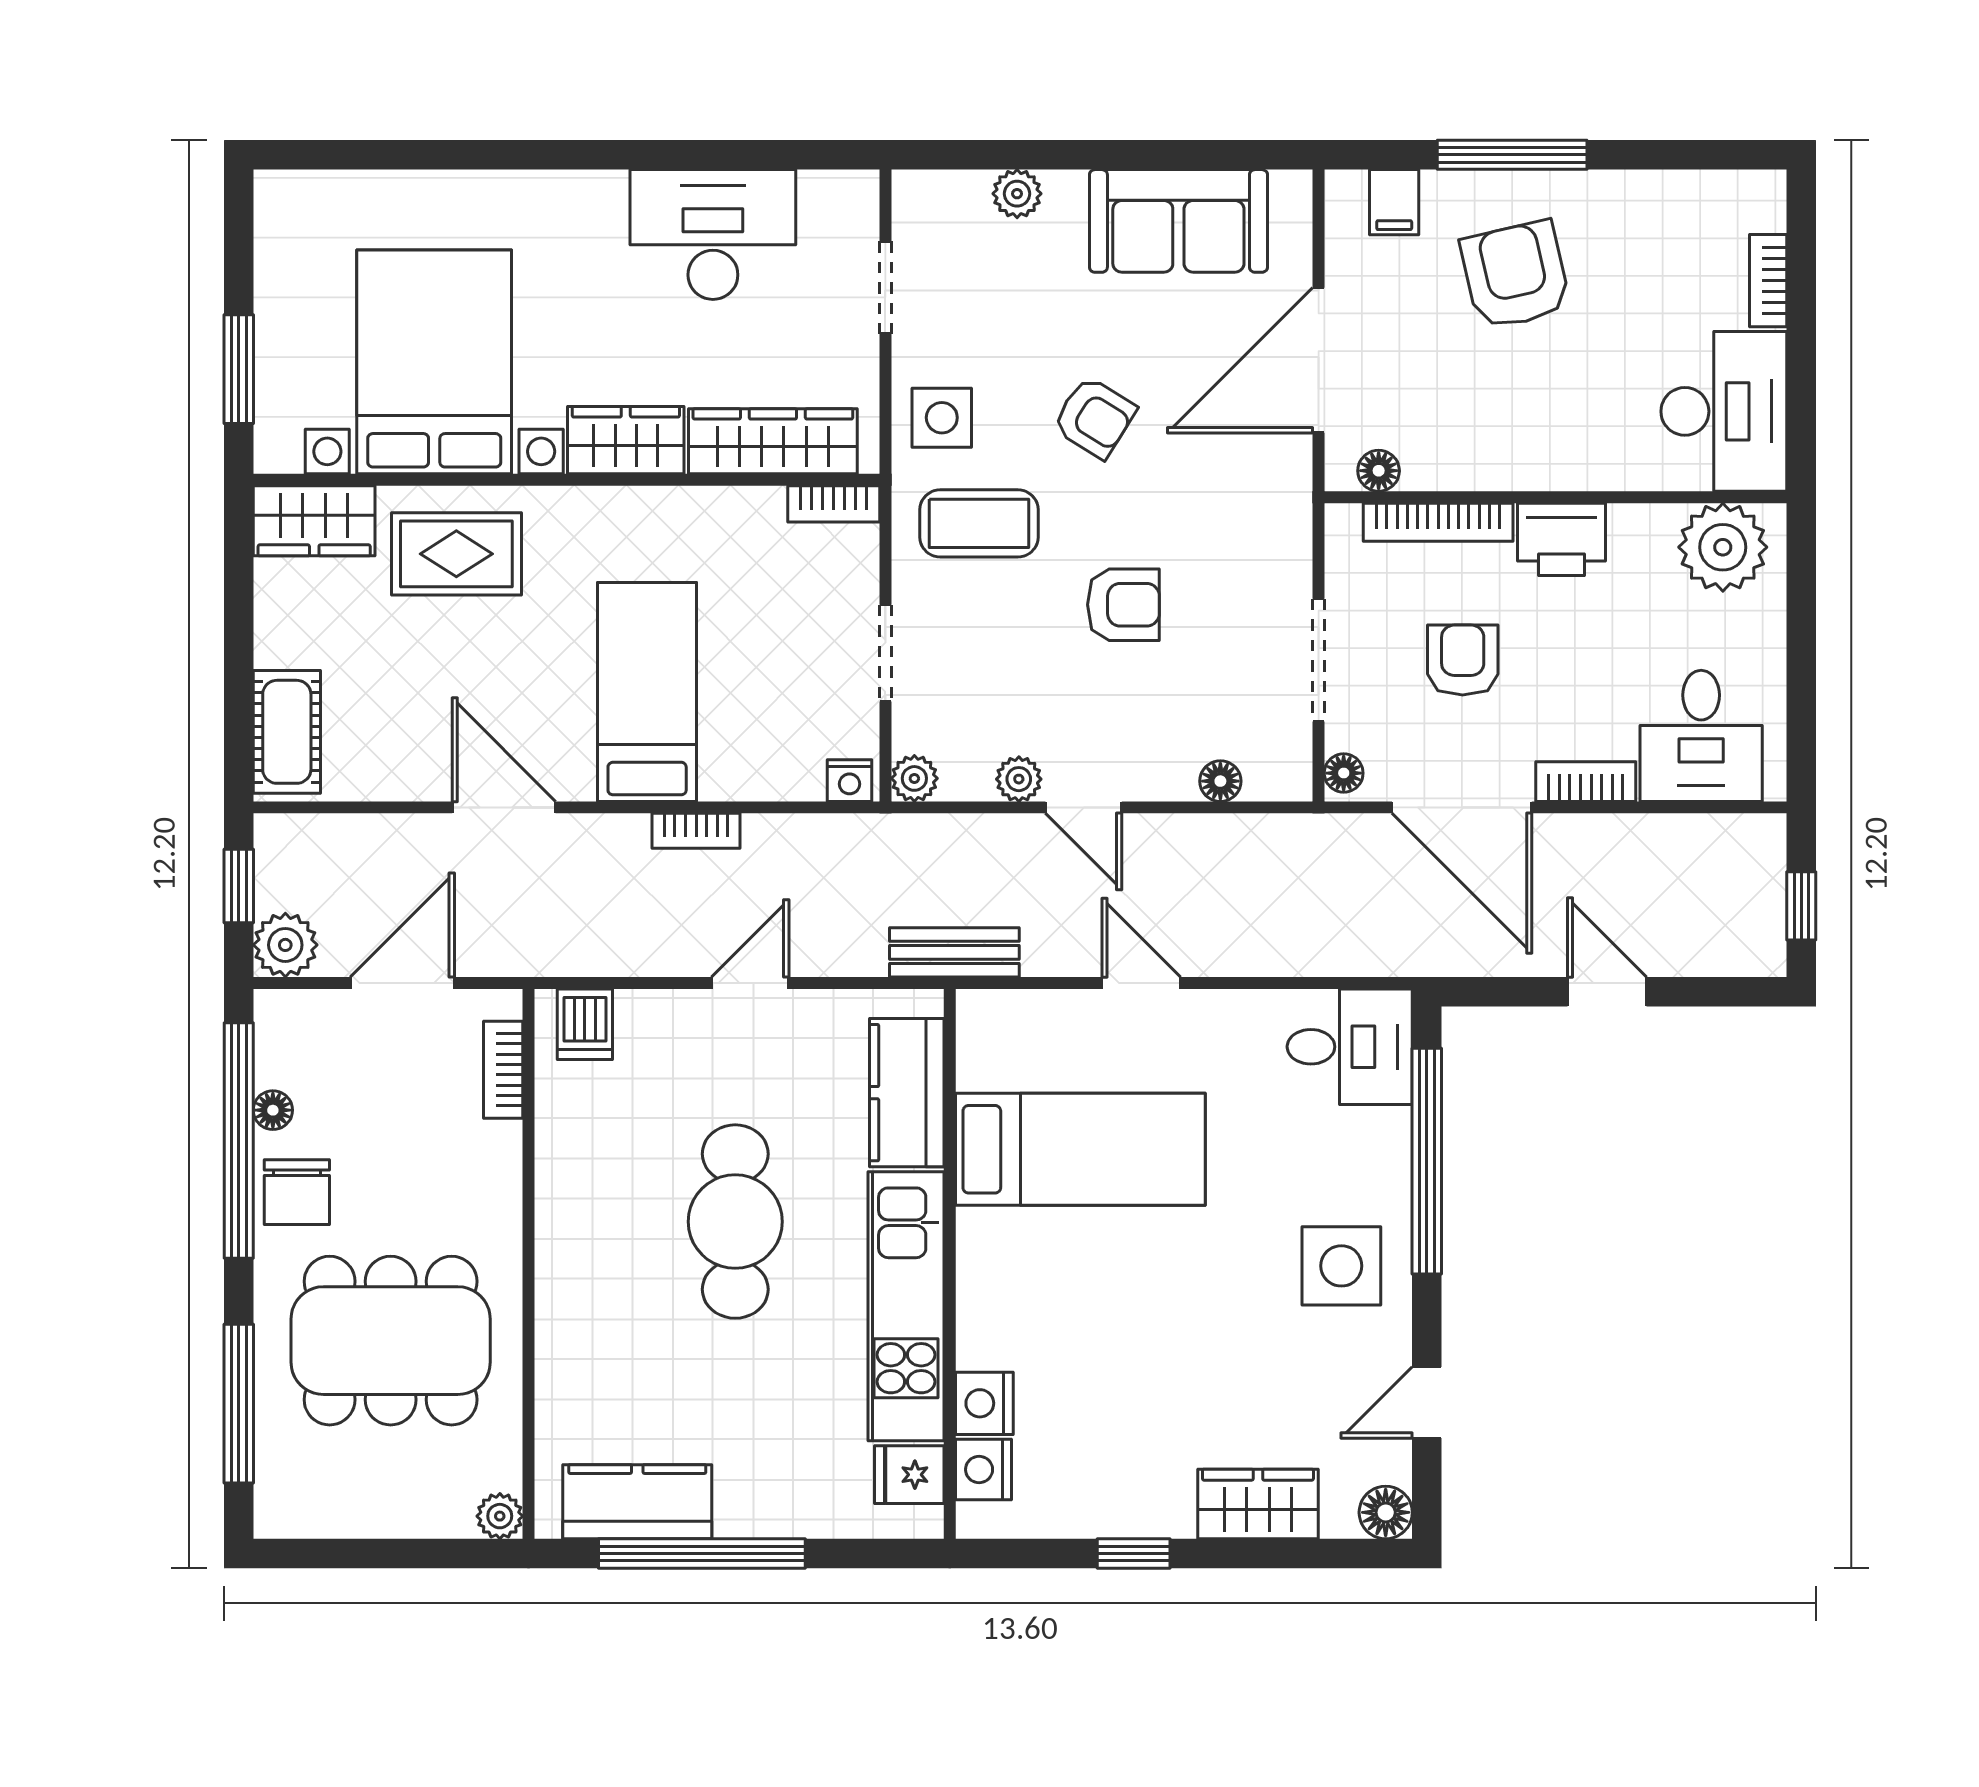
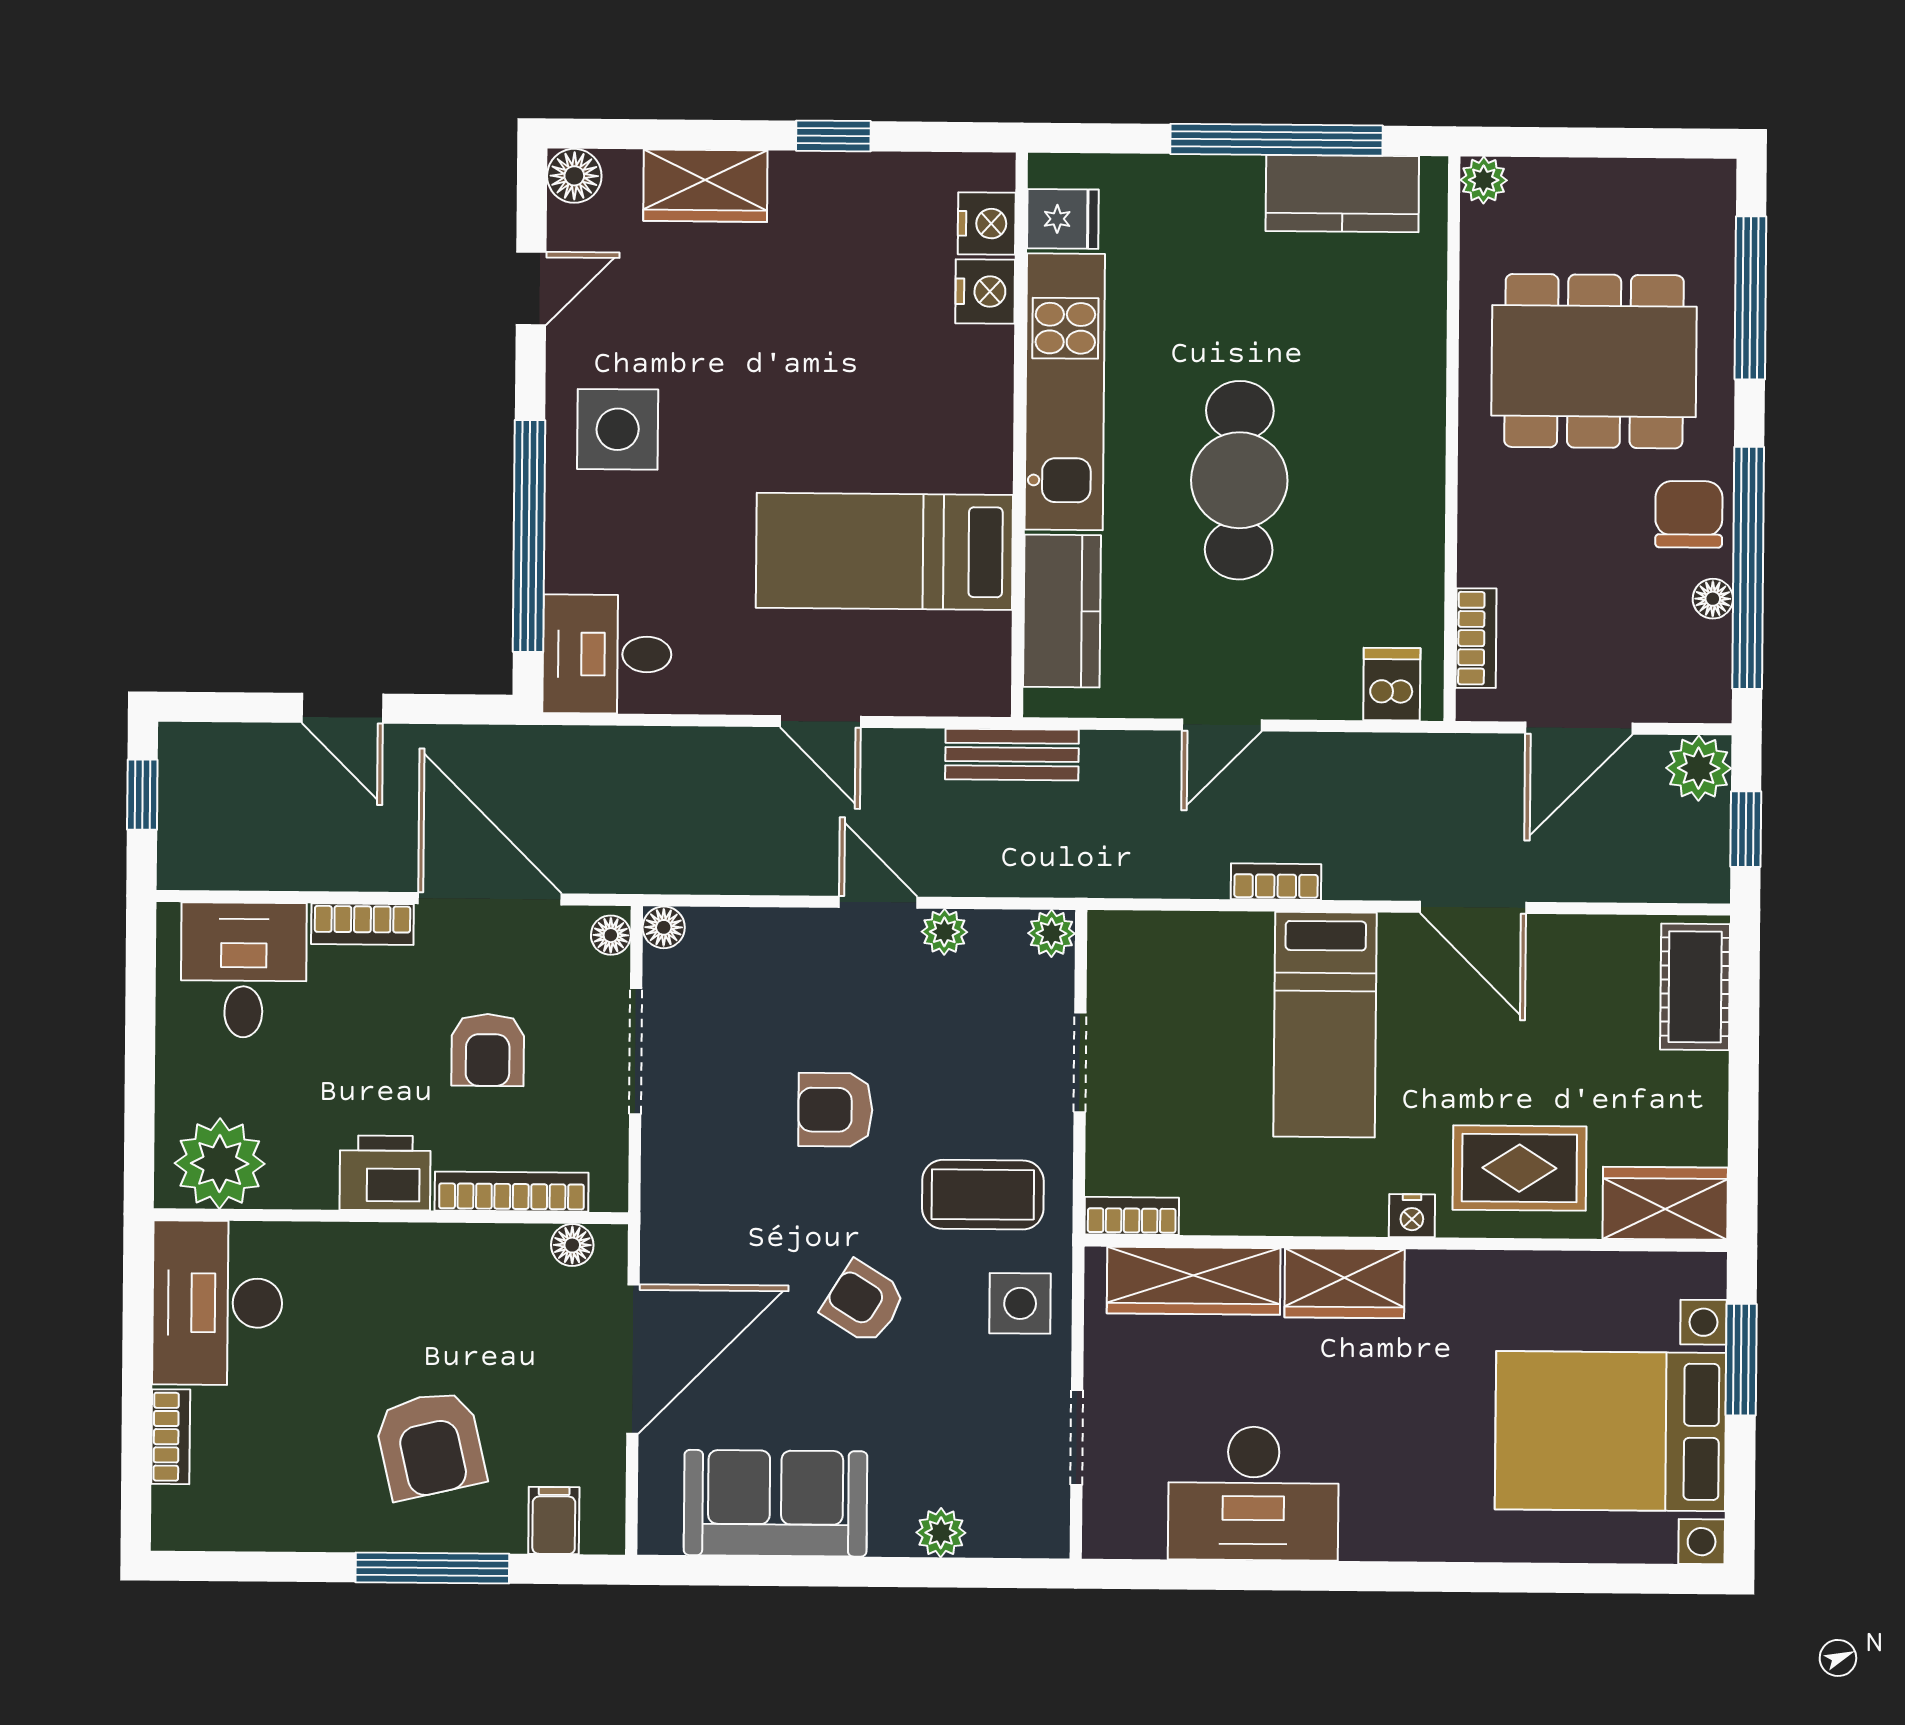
bed with nightstands: (434, 362) -> (1611, 1431), moved, turned 90
nightstand: (849, 781) -> (1412, 1216), moved, turned 180
floor lamp: (1220, 781) -> (664, 927), moved

